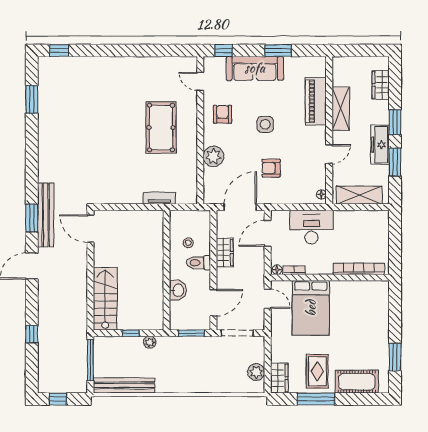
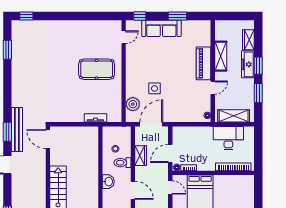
door: (200, 81) -> (124, 37), swing flipped
piano: (316, 101) -> (204, 63), moved
armchair: (222, 114) -> (139, 60), removed
side table: (265, 124) -> (155, 88), moved
pool table: (161, 128) -> (97, 69), turned 90
freezer: (380, 145) -> (248, 64), moved
plant: (213, 156) -> (133, 104), moved
armchair: (271, 168) -> (173, 97), removed
desk: (311, 227) -> (228, 138), moved
door: (268, 233) -> (170, 153), moved
door: (213, 303) -> (133, 190), hinge flipped

